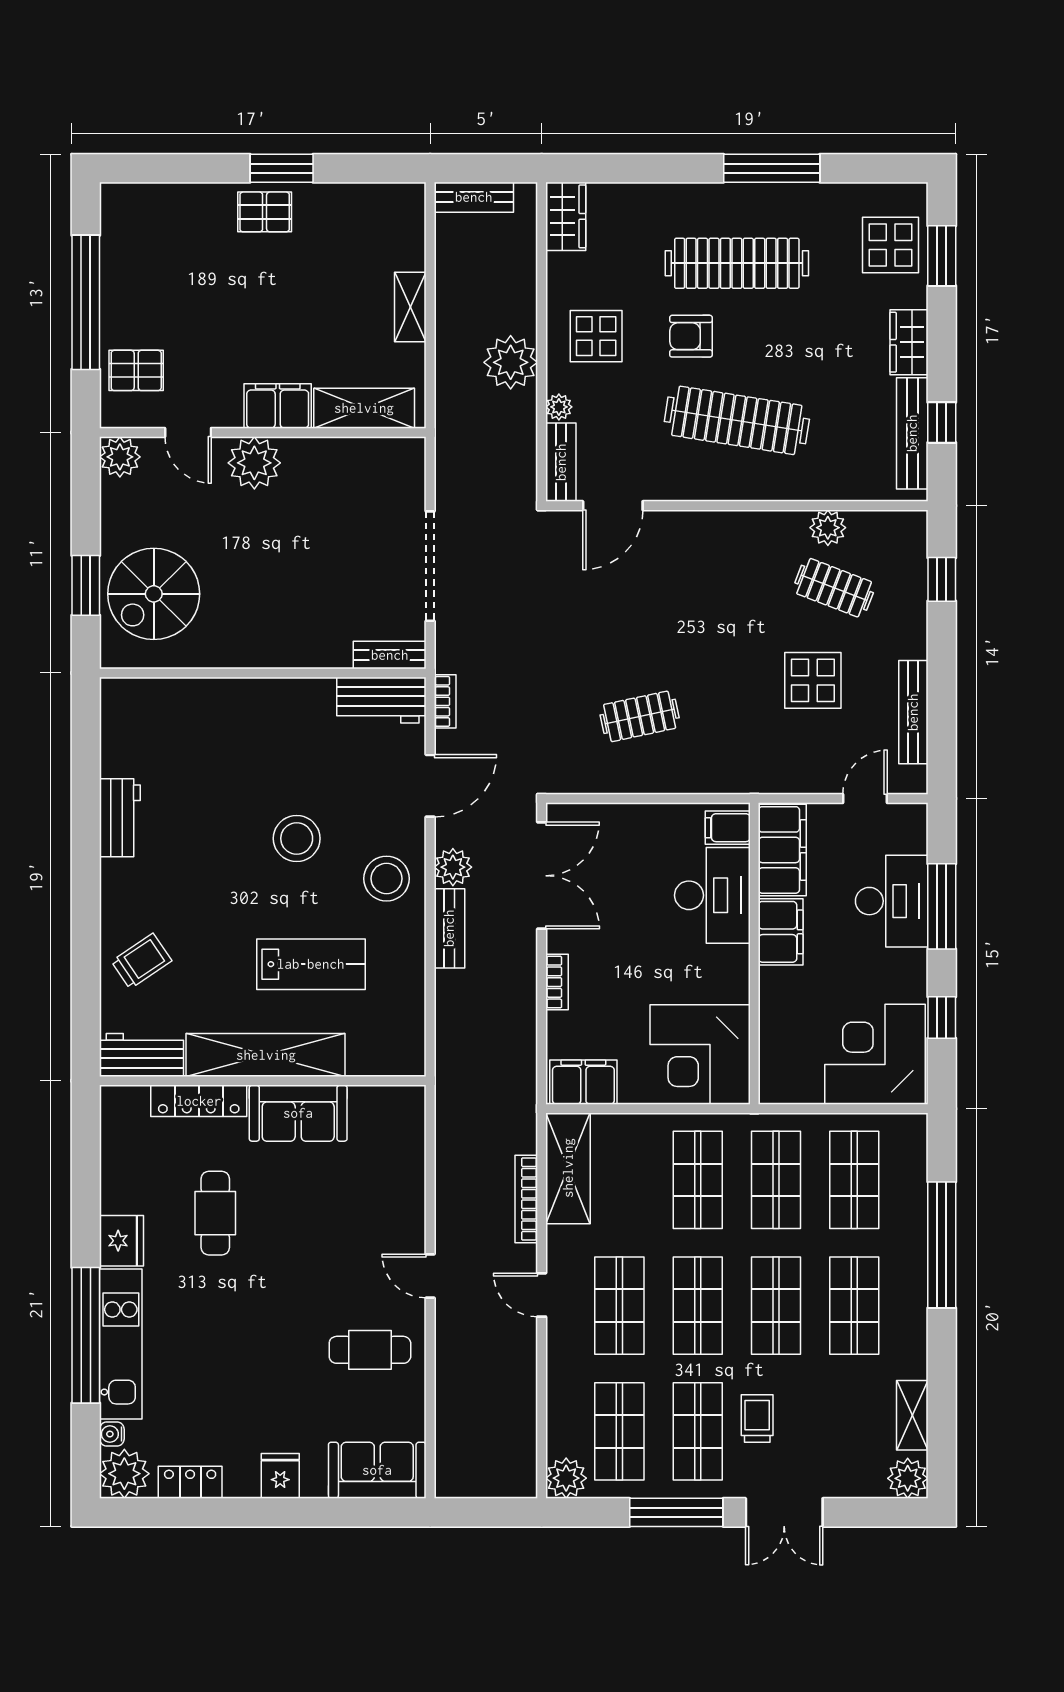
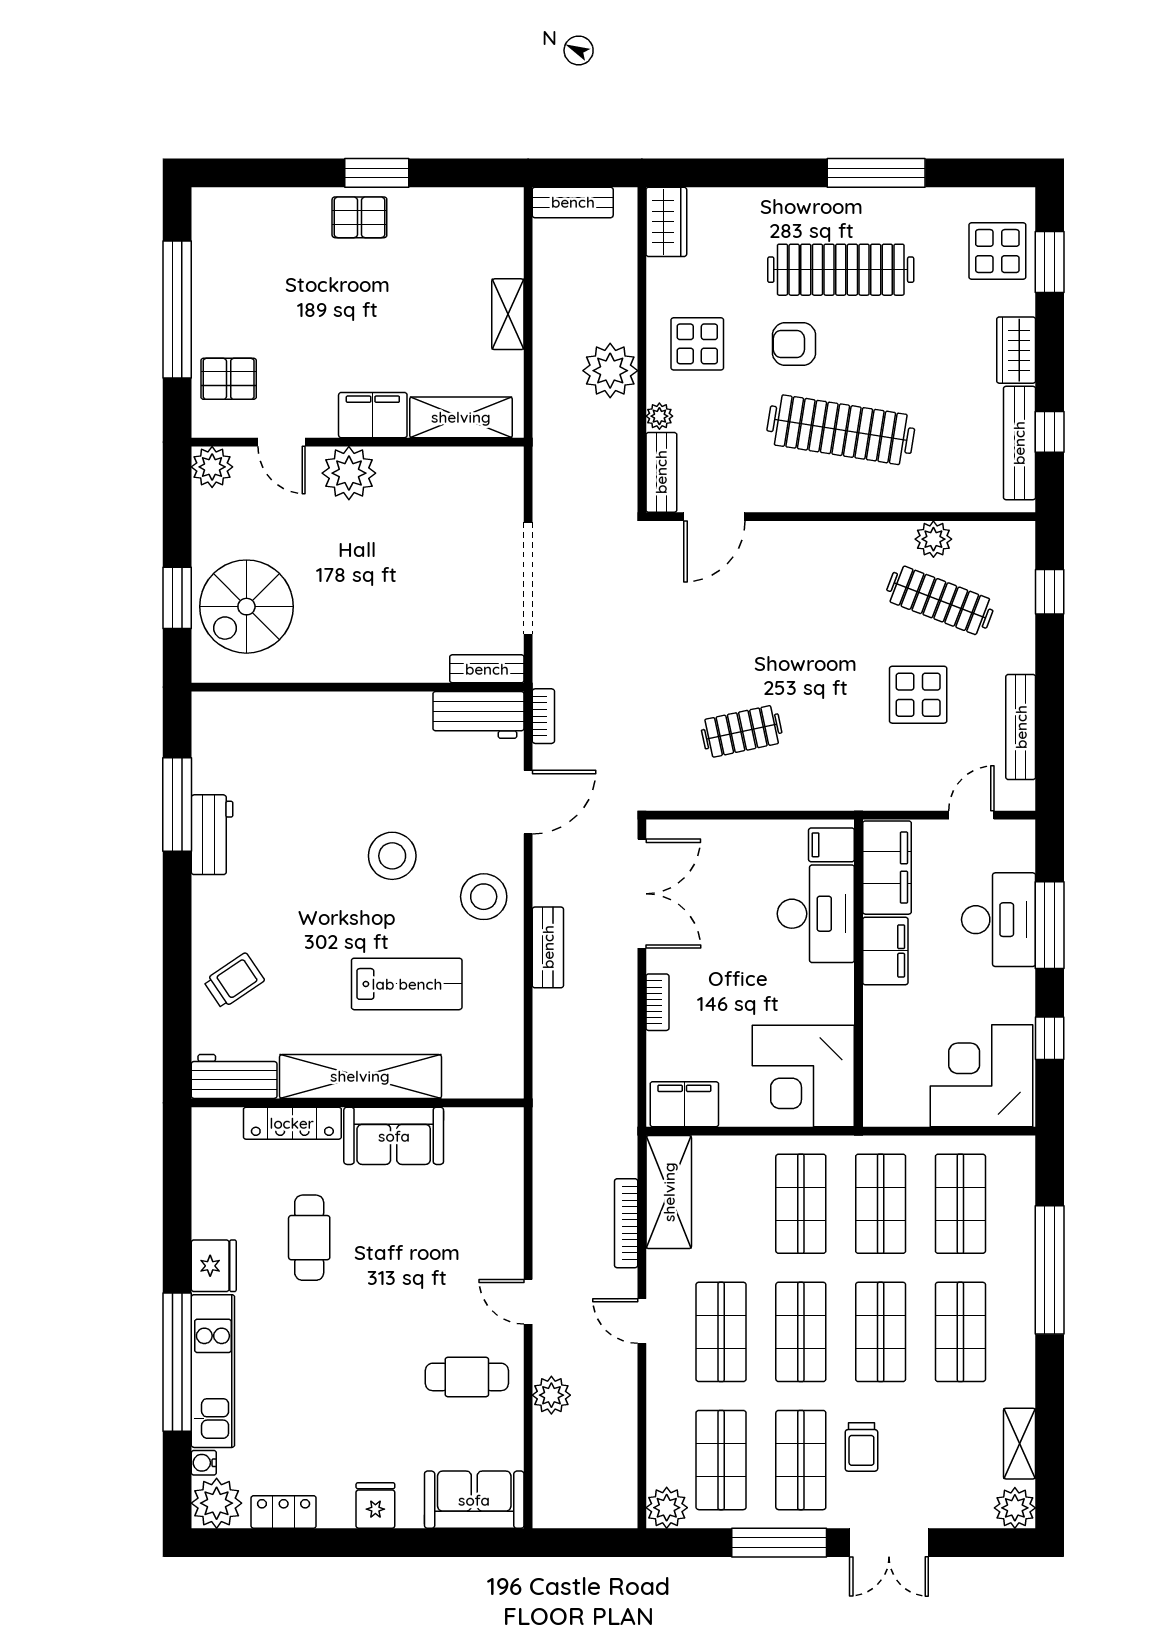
clothes rail: (834, 588) -> (940, 600), width x1.36
window: (86, 788) -> (177, 805), added
plant: (453, 867) -> (551, 1395), moved
trolley: (757, 1419) -> (861, 1447), turned 180

